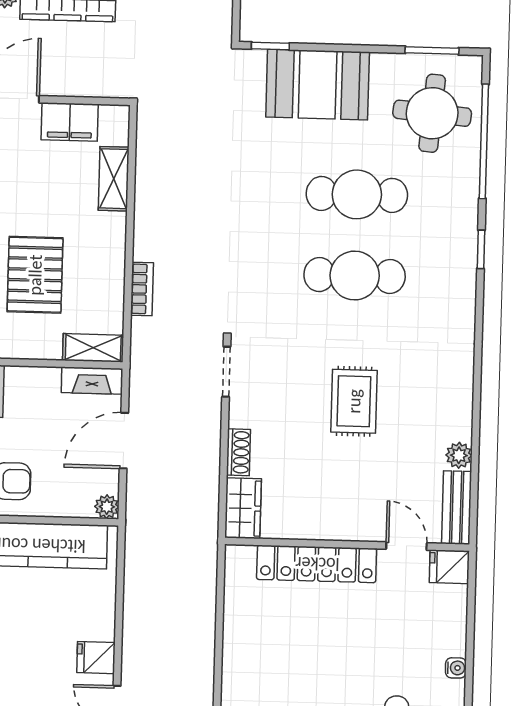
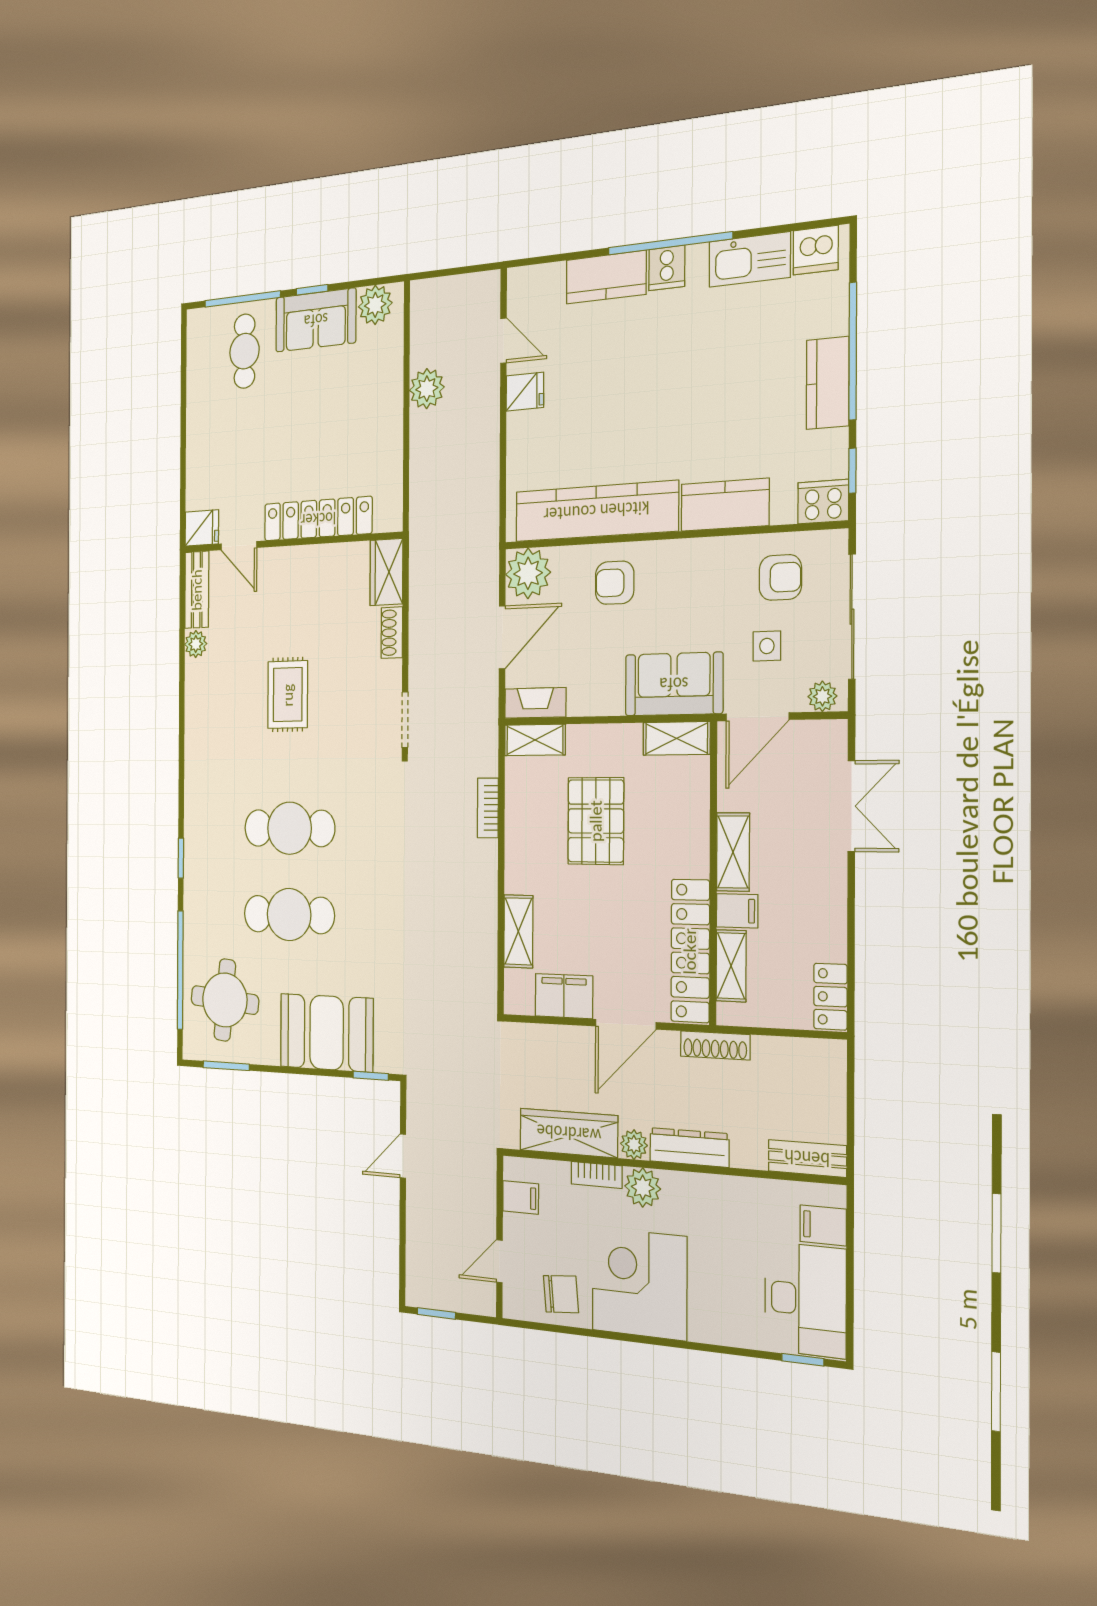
plant: (107, 507) -> (528, 573), width x1.88, depth x1.88
water cooler: (456, 668) -> (194, 424), removed
plant: (196, 672) -> (427, 389), added

